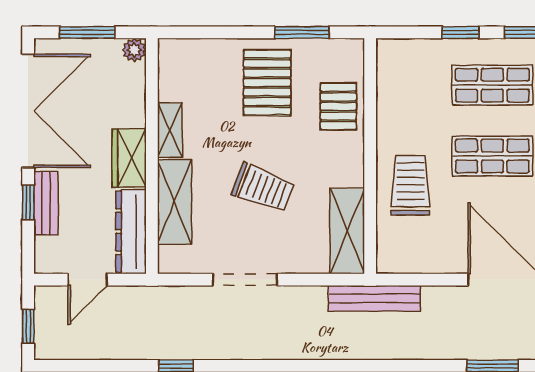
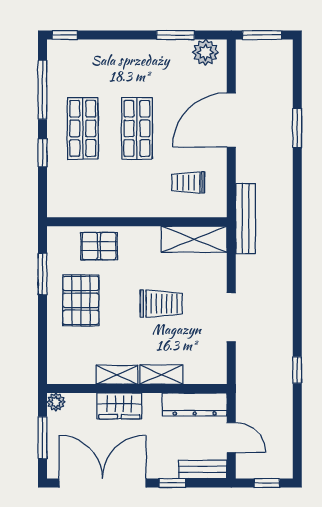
pallet: (267, 83) -> (81, 300), turned 90
wardrobe: (129, 158) -> (119, 406), moved
trolley: (410, 185) -> (188, 183), moved, width x0.73, depth x0.72
trolley: (263, 188) -> (161, 304), turned 69
shelving: (174, 202) -> (161, 374), width x0.67, depth x0.75
bench: (46, 203) -> (203, 469), moved

